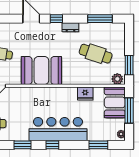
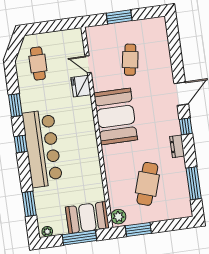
fridge: (85, 94) -> (81, 86), moved

